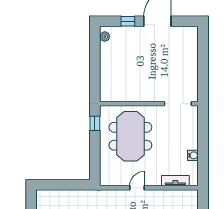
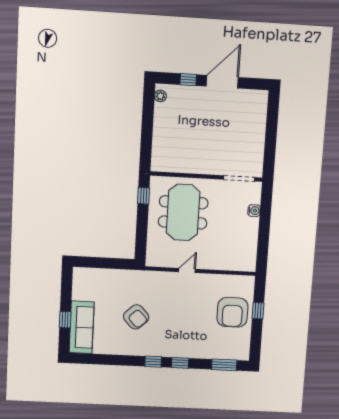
water cooler: (193, 155) -> (254, 211), moved
tv unit: (175, 181) -> (230, 265), removed

